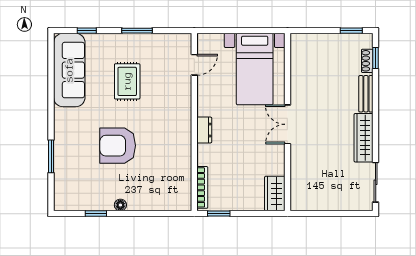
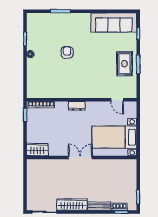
rug: (127, 81) -> (125, 64), moved, turned 90
armchair: (118, 146) -> (67, 52), width x0.53, depth x0.53

